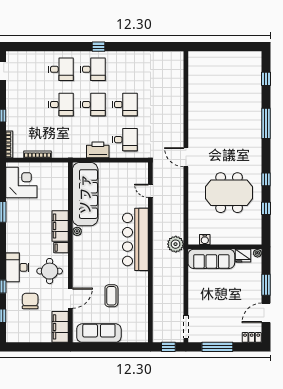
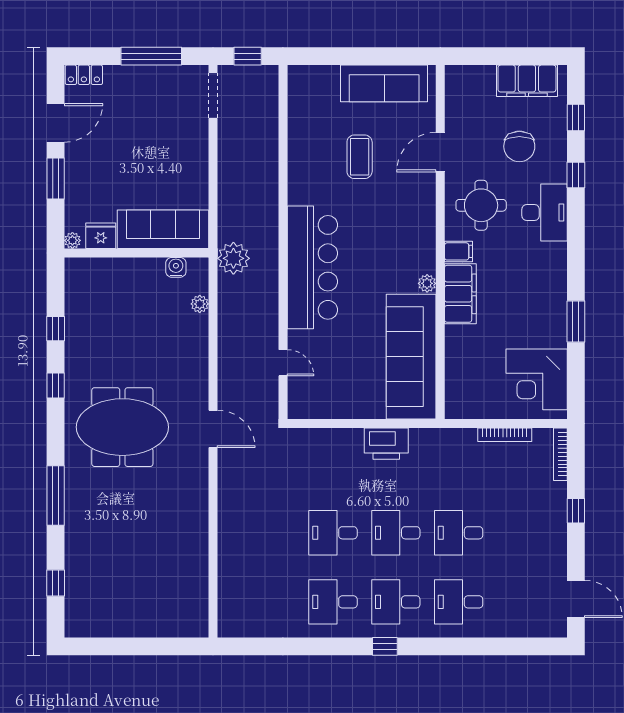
desk: (125, 140) -> (333, 602), moved
meeting table: (229, 193) -> (122, 427), moved
plant: (193, 221) -> (200, 304), added
filing cabinet: (60, 327) -> (527, 81), moved, turned 90

